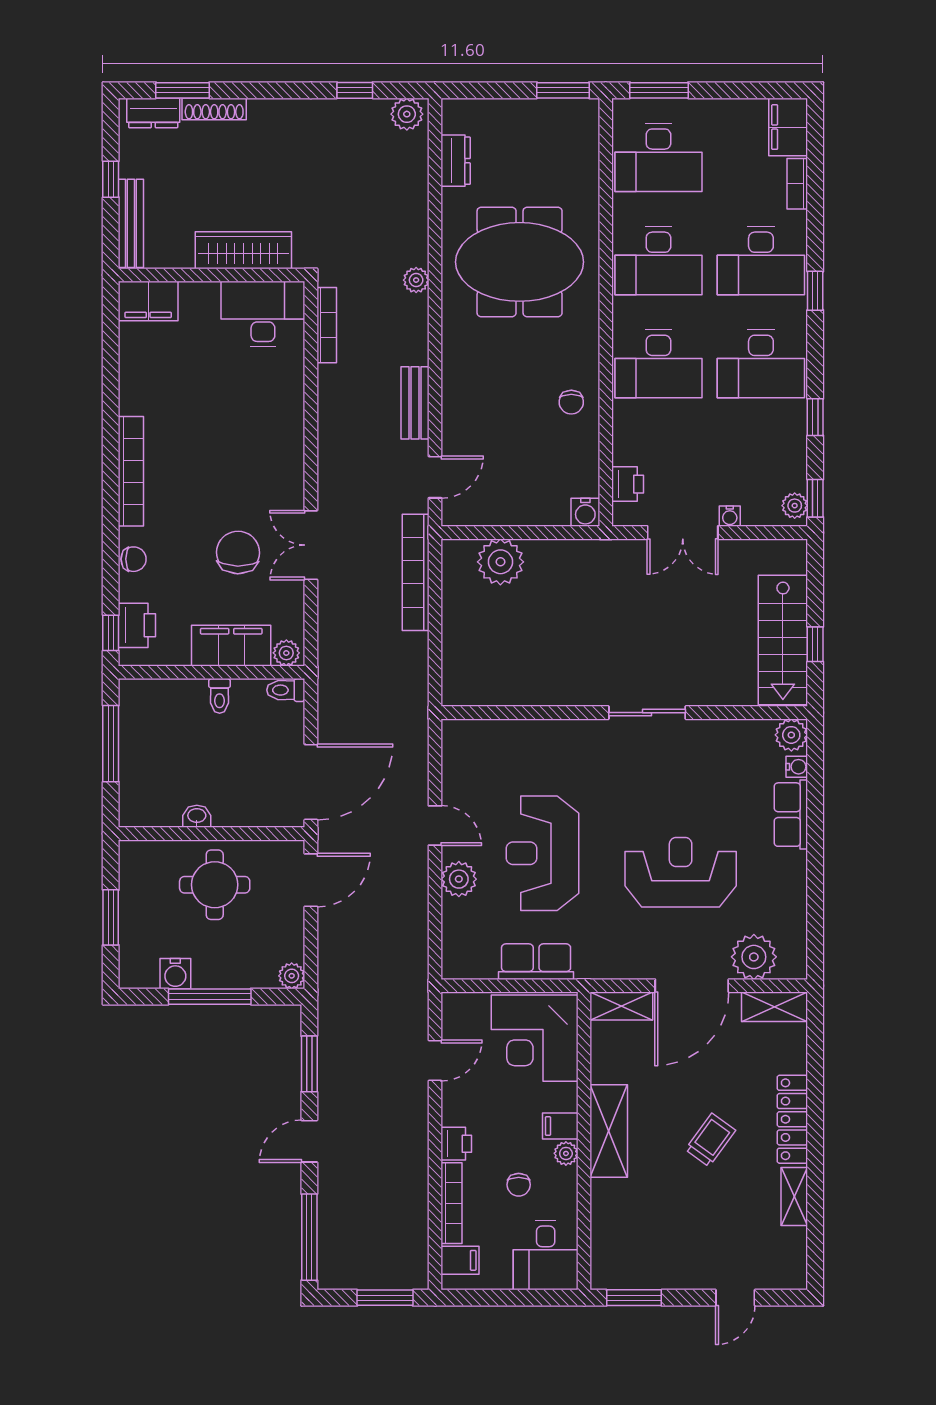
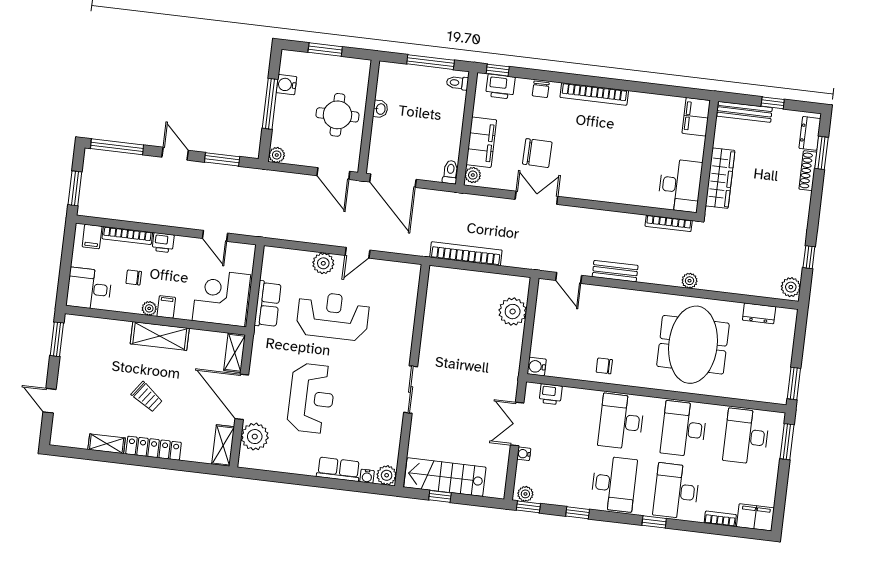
desk: (761, 364) -> (614, 484), turned 180
bookcase: (416, 572) -> (466, 254), moved
toilet: (220, 696) -> (457, 83), moved

